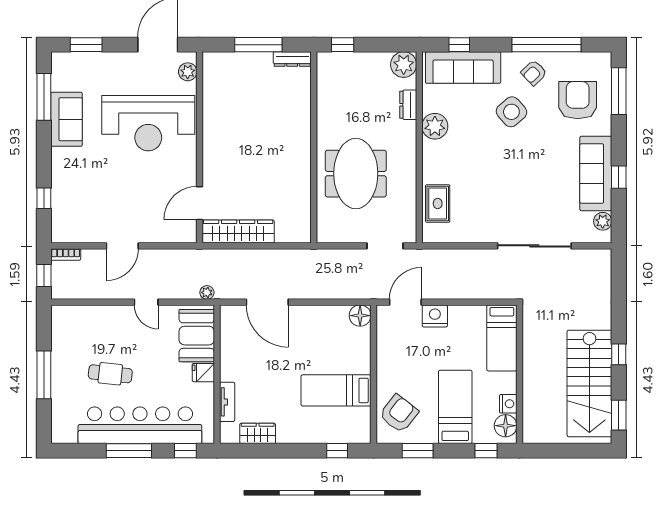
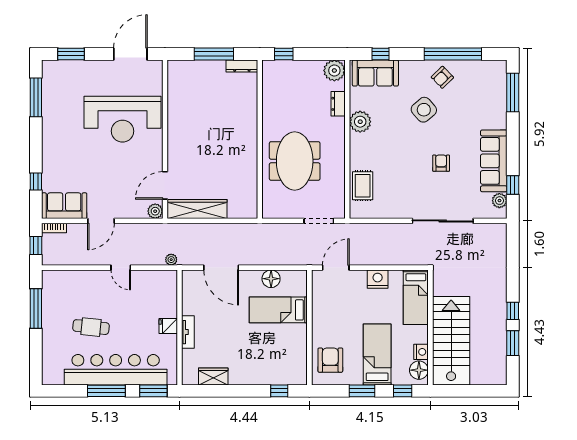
sofa: (463, 68) -> (375, 73), width x0.73
plant: (188, 72) -> (155, 211), moved
armchair: (578, 100) -> (441, 163), moved, width x0.53, depth x0.53
sofa: (67, 119) -> (64, 206), moved, turned -90
window: (619, 177) -> (513, 185), moved
floor lamp: (360, 316) -> (271, 279), moved
nightstand: (435, 316) -> (378, 279), moved
booth: (197, 336) -> (163, 295), removed
window: (44, 375) -> (36, 309), moved
stairs: (589, 383) -> (451, 341), moved, turned 180
bed: (336, 390) -> (278, 310), moved
tv unit: (227, 402) -> (188, 332), moved
armchair: (399, 414) -> (330, 360), turned -38
window: (619, 415) -> (513, 343), moved
window: (185, 451) -> (153, 391), width x1.50
window: (418, 451) -> (362, 391), moved

